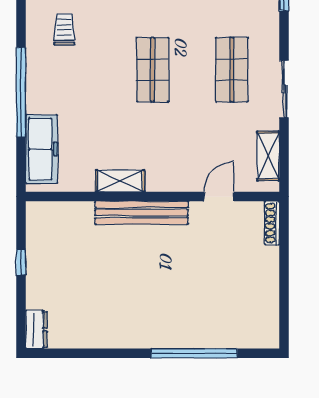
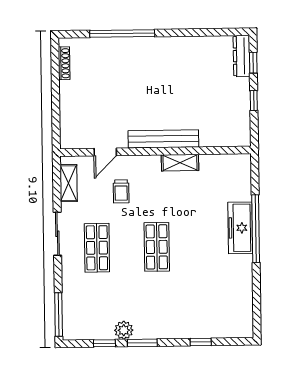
trolley: (64, 29) -> (121, 191), moved
freezer: (42, 149) -> (240, 228), moved
shoe rack: (272, 223) -> (64, 63), moved
window: (21, 312) -> (253, 63), added
dresser: (36, 330) -> (242, 56), width x1.44

